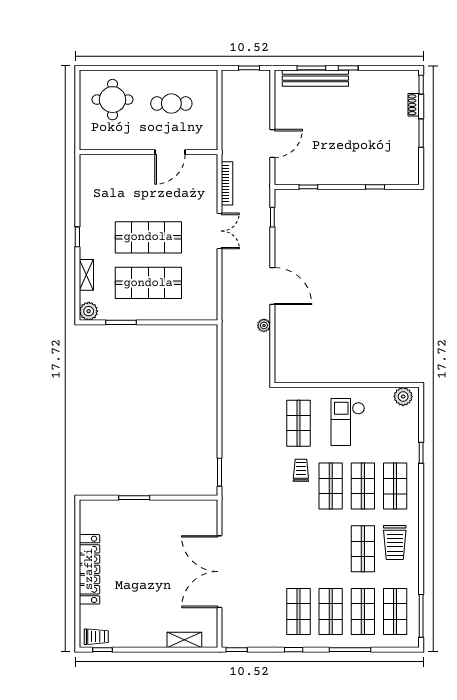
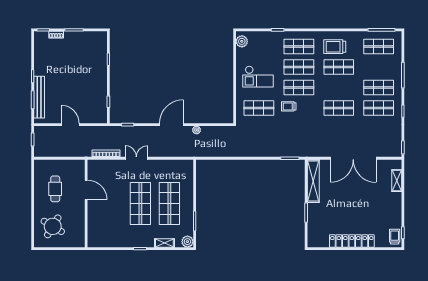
round table: (112, 100) -> (53, 226), turned 31
door: (272, 143) -> (70, 125), moved
shelving: (184, 509) -> (313, 181), added
trolley: (395, 542) -> (335, 47), turned 180
shop shelf: (363, 612) -> (339, 108), moved

